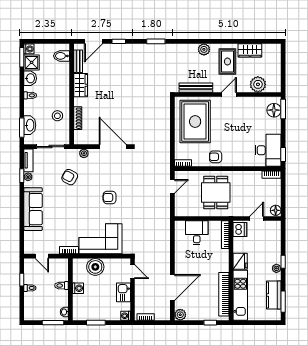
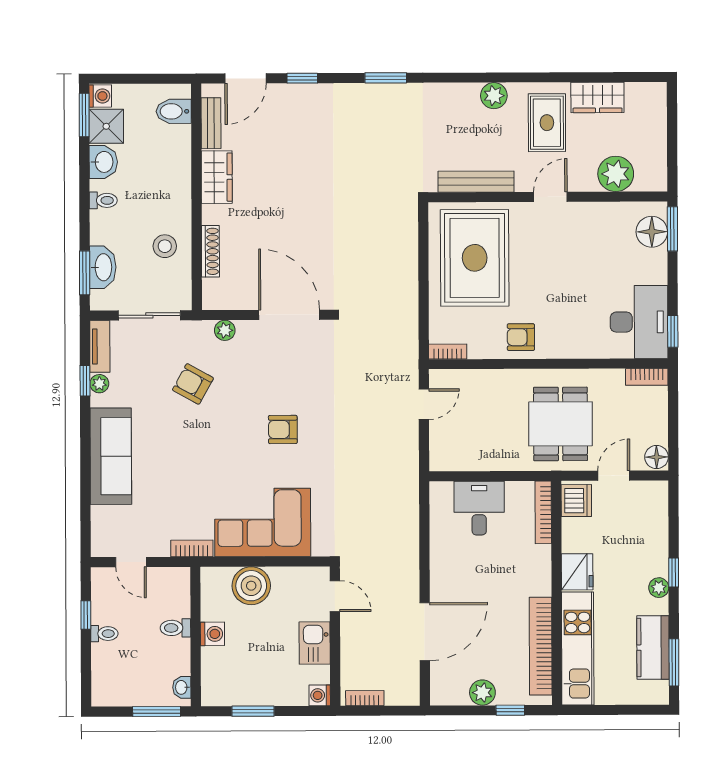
dining table: (216, 192) -> (561, 424), moved
plant: (180, 315) -> (482, 693), moved

